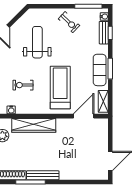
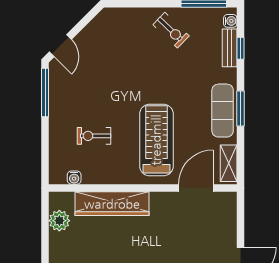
weight bench: (37, 42) -> (118, 64), removed

